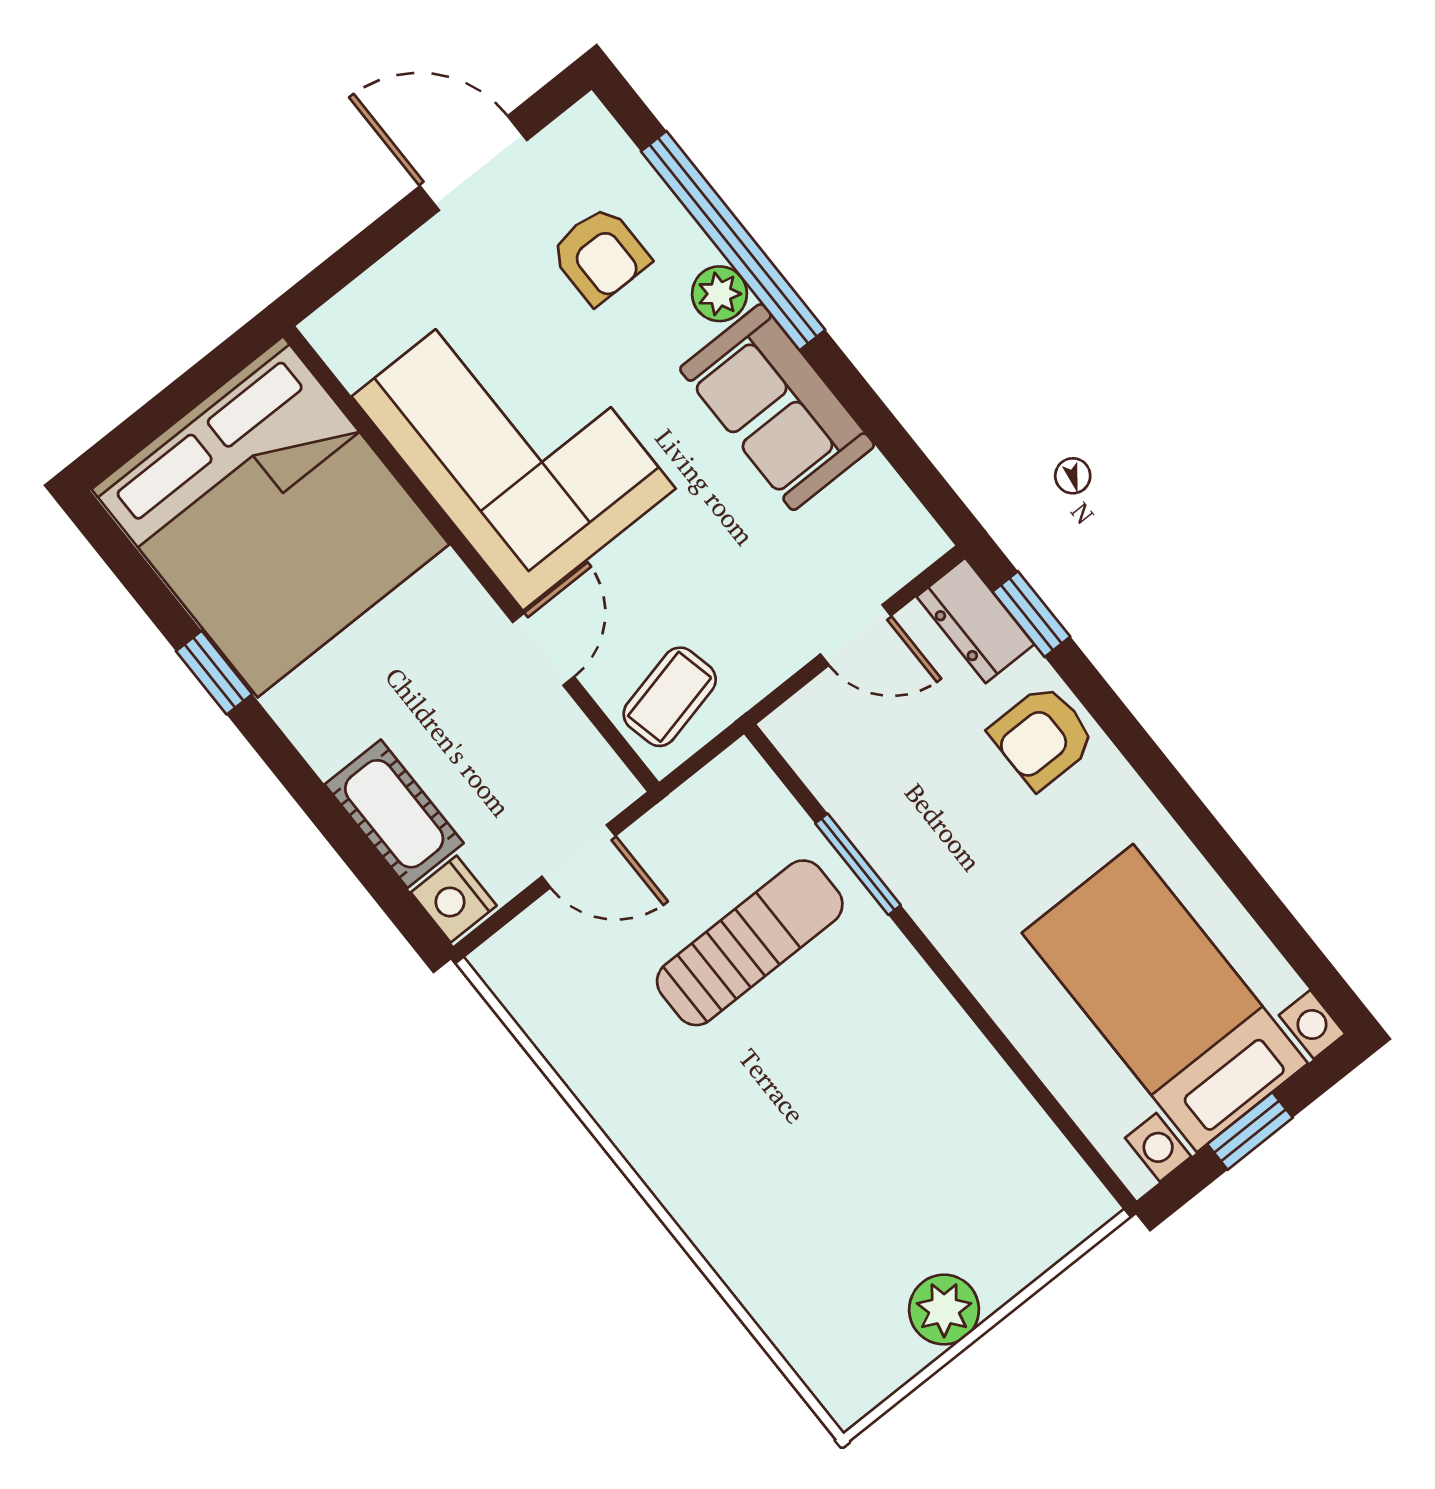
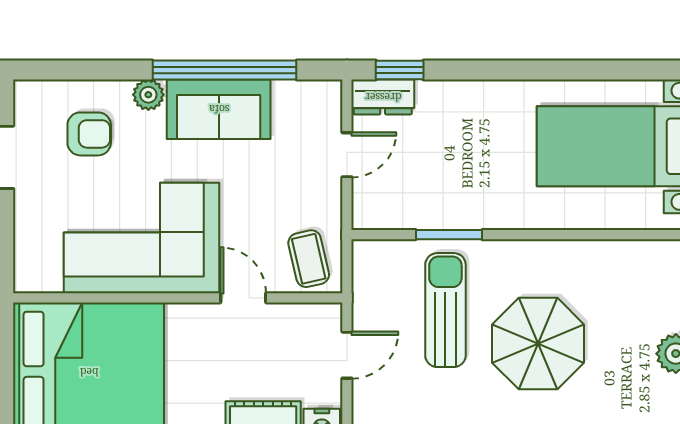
window: (733, 241) -> (225, 70), moved
armchair: (1042, 737) -> (458, 108), removed
parasol: (806, 1108) -> (538, 344), added

